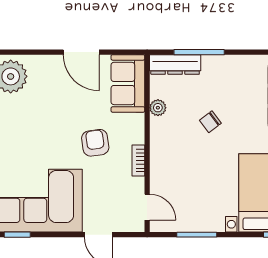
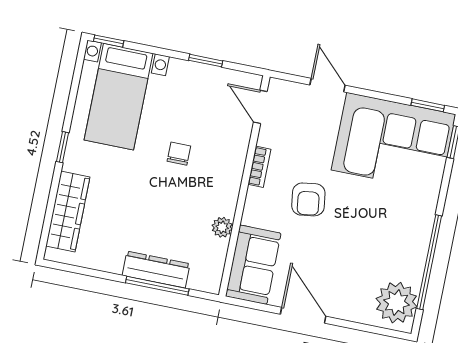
dresser: (175, 64) -> (156, 270), moved
chair: (210, 122) -> (179, 154), moved, turned -53
window: (197, 235) -> (206, 61), width x0.67

